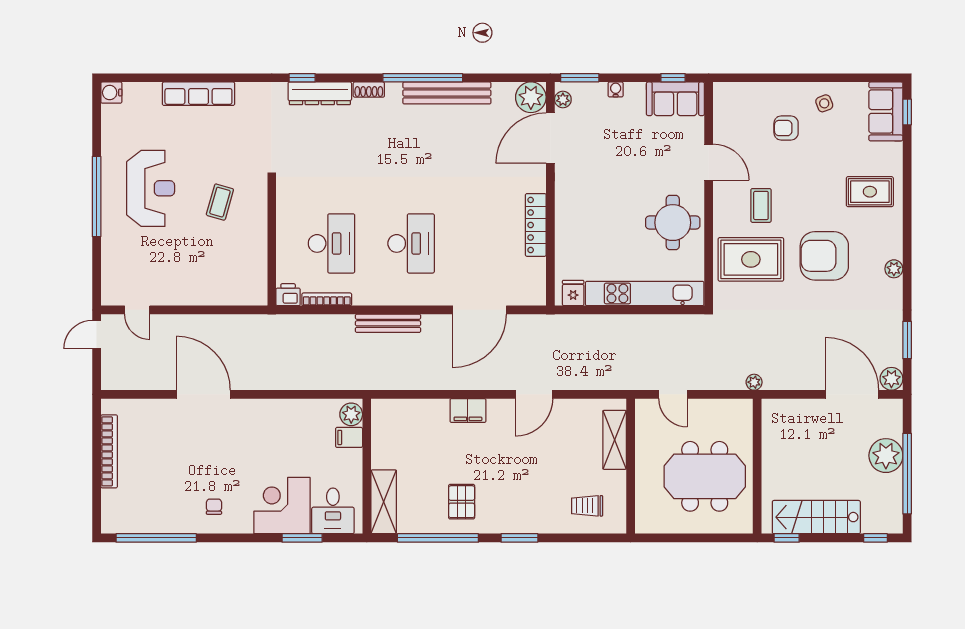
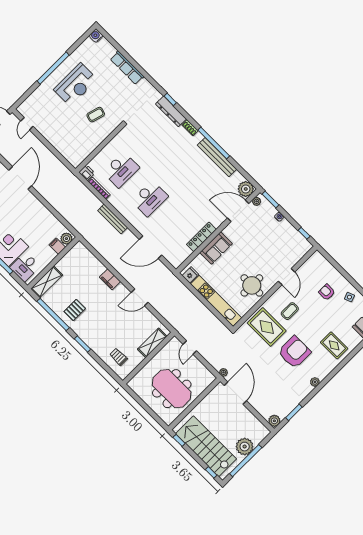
sofa: (675, 99) -> (216, 248), moved, turned -90
armchair: (824, 256) -> (294, 352), turned 90
door: (852, 394) -> (235, 393), moved
stairs: (816, 517) -> (206, 446), width x1.36, depth x1.51

